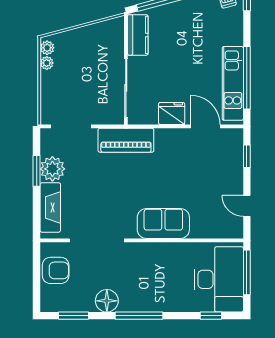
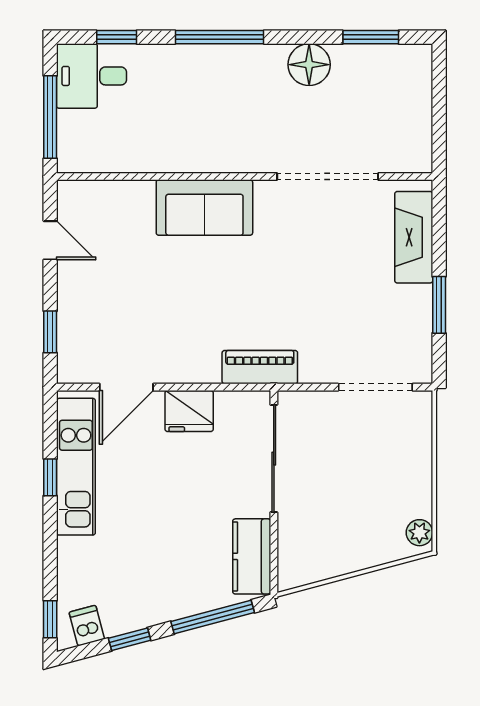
plant: (47, 63) -> (420, 505), removed
window: (247, 78) -> (50, 477), width x0.32
door: (206, 126) -> (126, 387), hinge flipped
piano: (126, 140) -> (260, 367), width x0.73, depth x0.75
plant: (52, 169) -> (410, 309), removed
armchair: (56, 270) -> (404, 121), removed
desk: (219, 279) -> (92, 76), width x0.53, depth x0.77
window: (139, 316) -> (220, 37), moved

